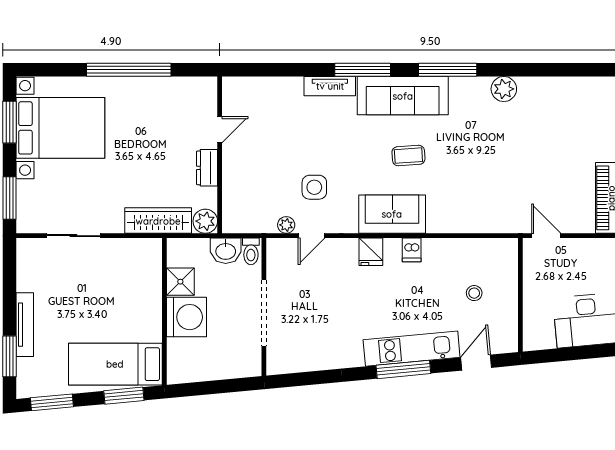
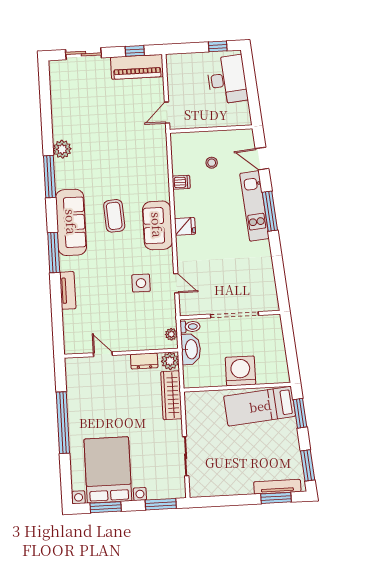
window: (448, 70) -> (50, 177), moved
tv unit: (330, 86) -> (68, 290), moved
coffee table: (408, 156) -> (114, 216), width x1.36, depth x1.30
dresser: (207, 168) -> (144, 361), moved
plant: (286, 225) -> (171, 334), moved
dishwasher: (412, 250) -> (181, 182), moved
washbasin: (226, 251) -> (191, 349), width x1.38
fridge: (371, 252) -> (185, 226), moved
shower: (180, 282) -> (215, 377), removed
tv unit: (25, 325) -> (277, 487), moved
bed: (115, 364) -> (260, 406), moved, turned 85

